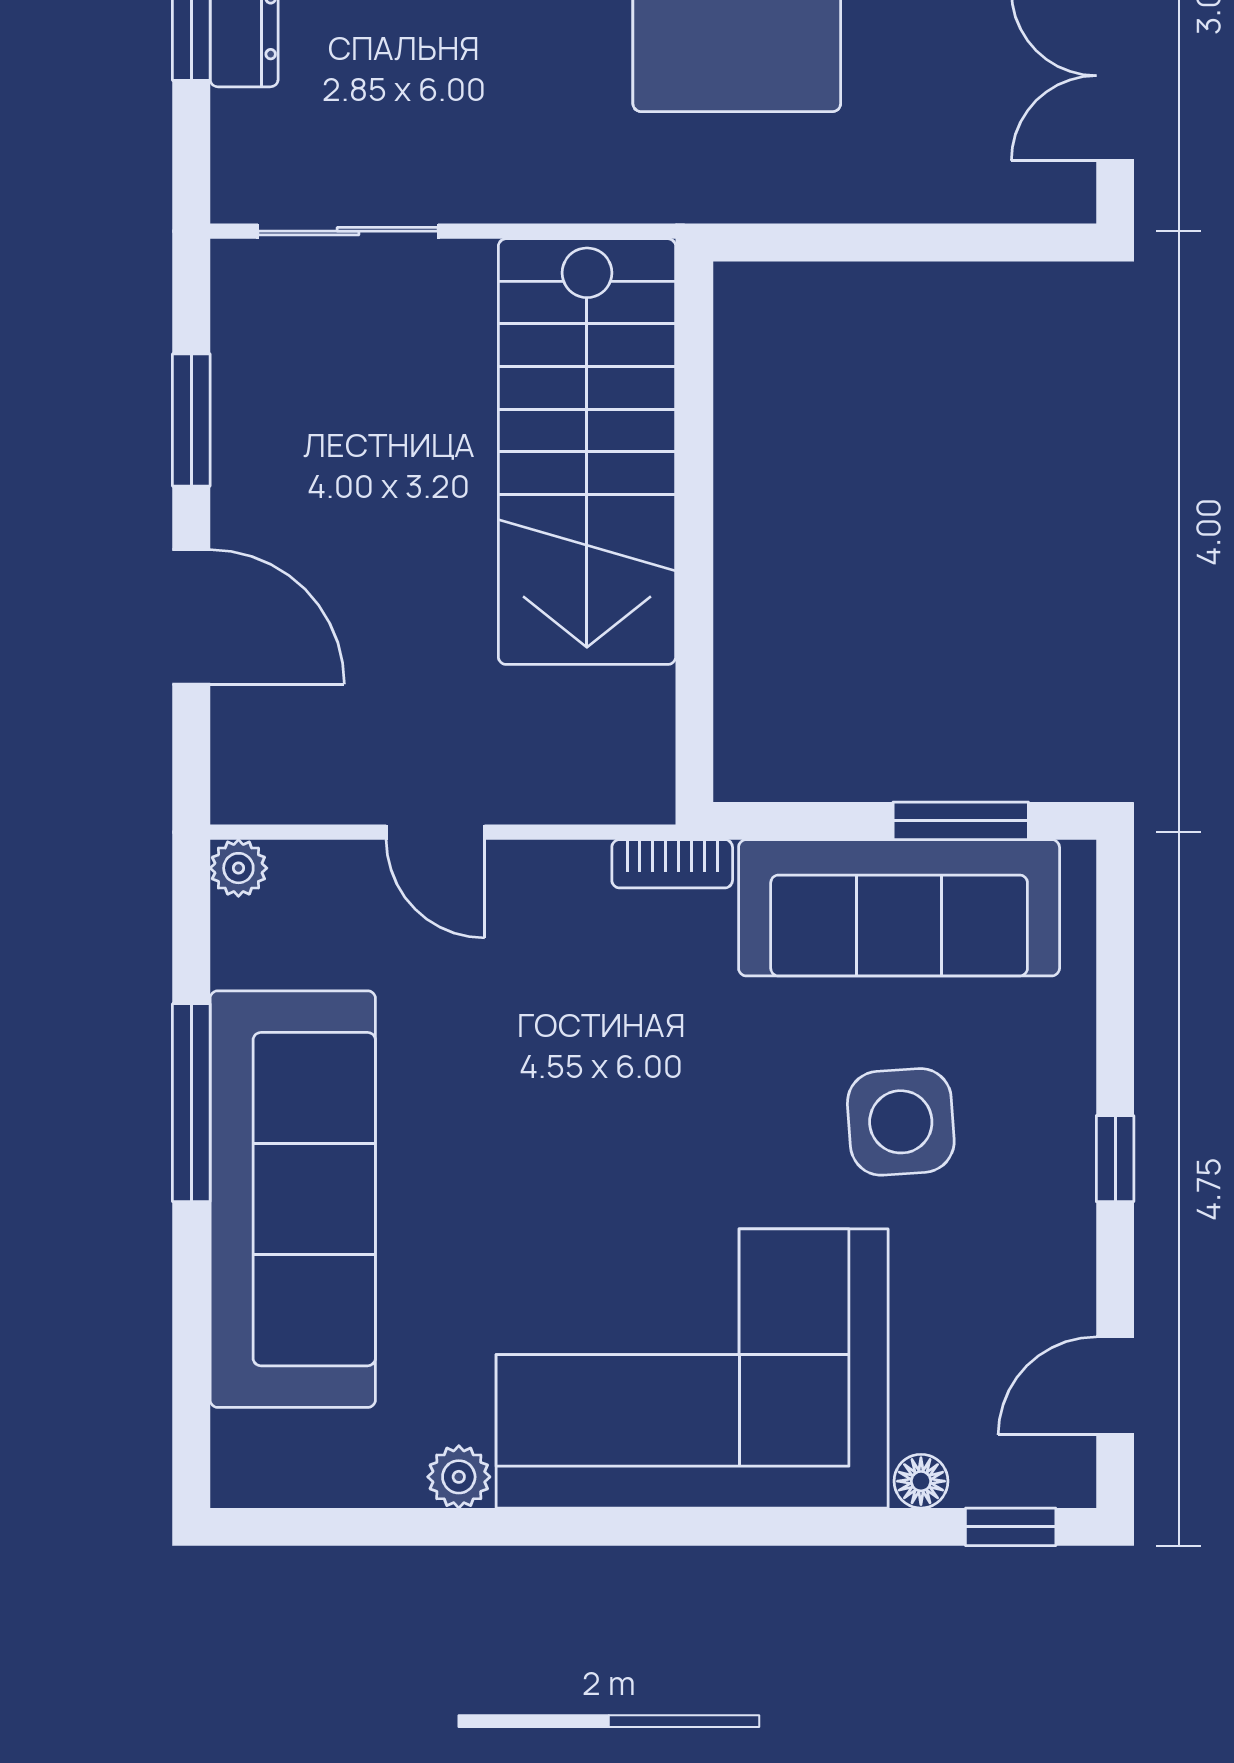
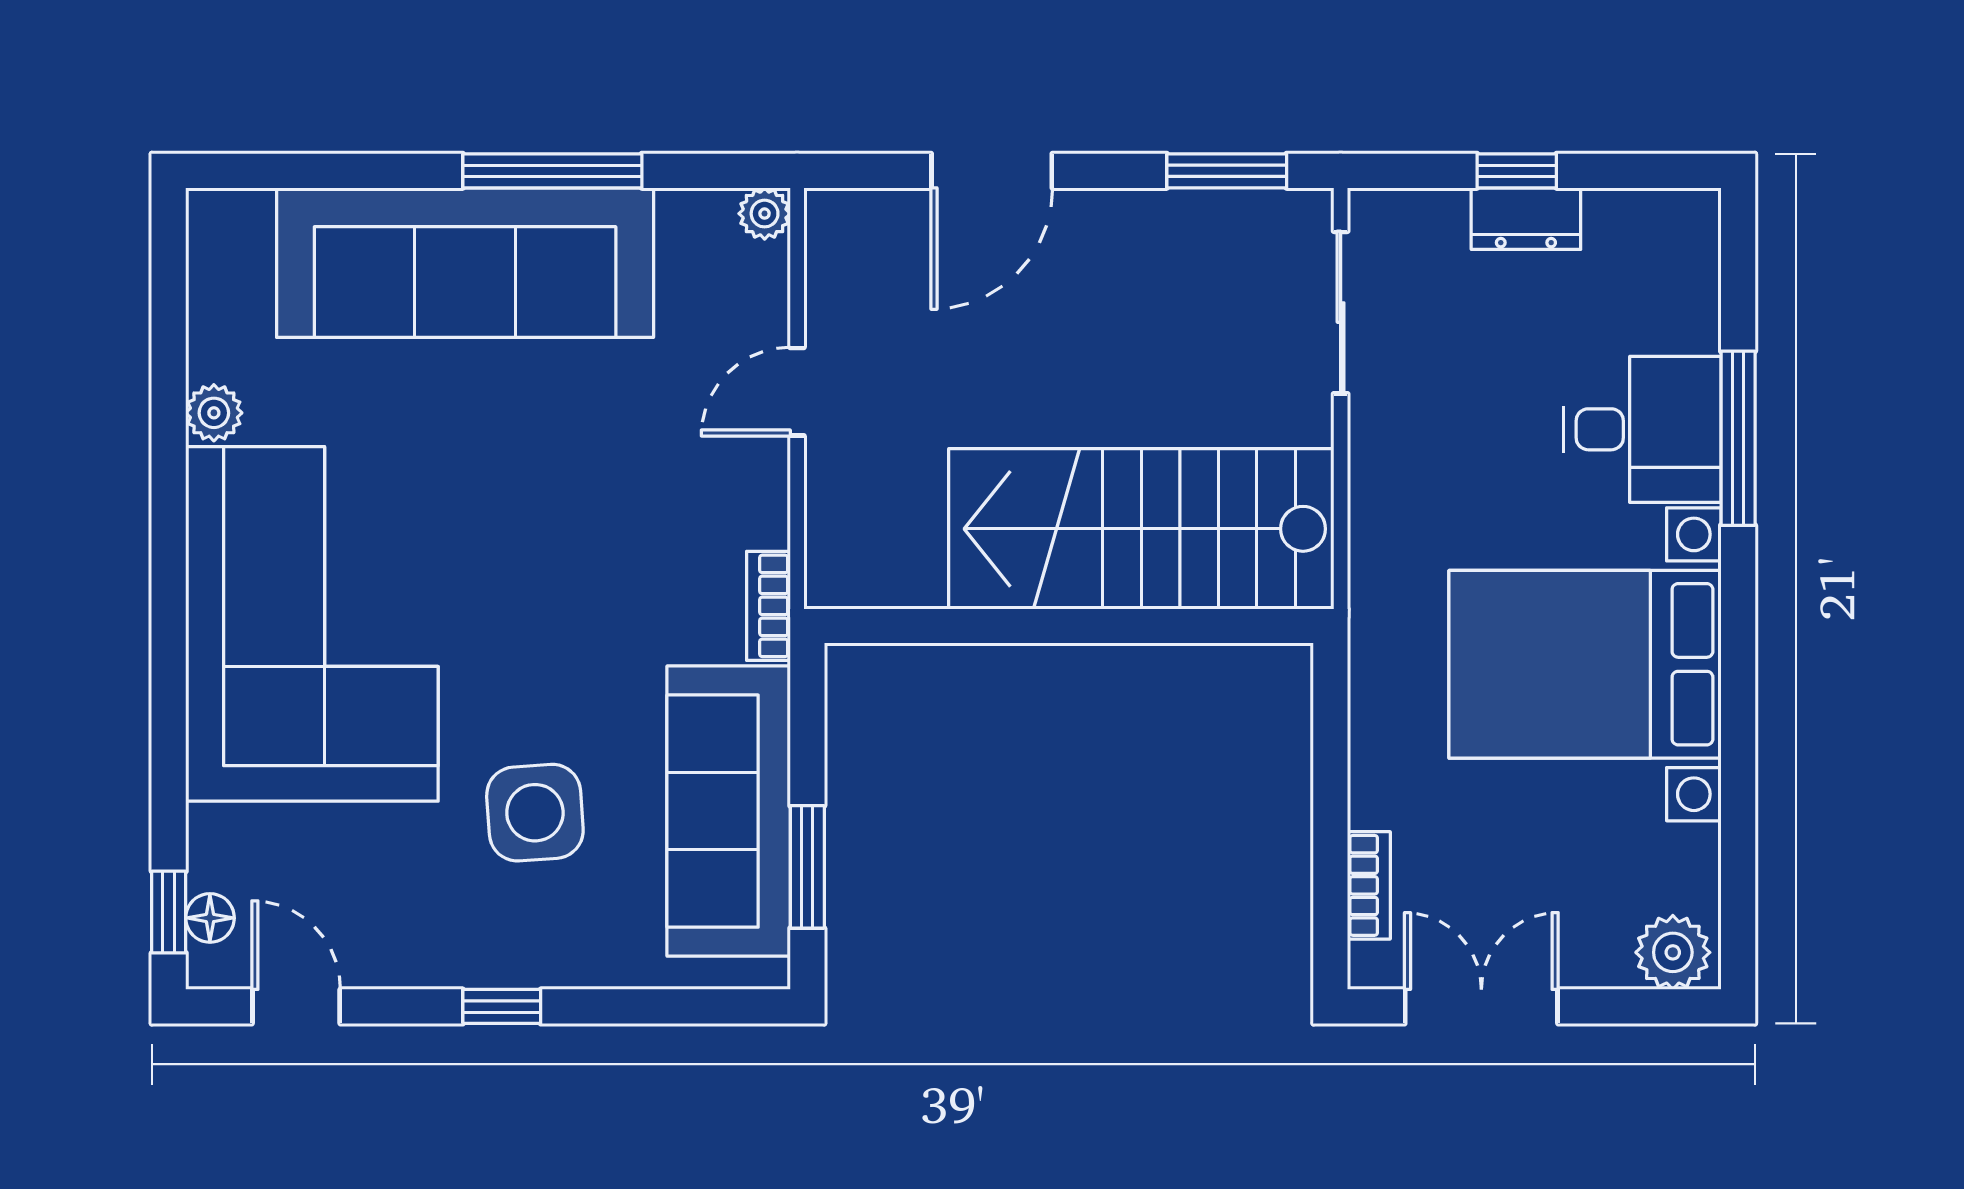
bookcase: (981, 200) -> (1369, 885), added
window: (191, 420) -> (1227, 171), moved
floor lamp: (921, 1481) -> (210, 918), moved

